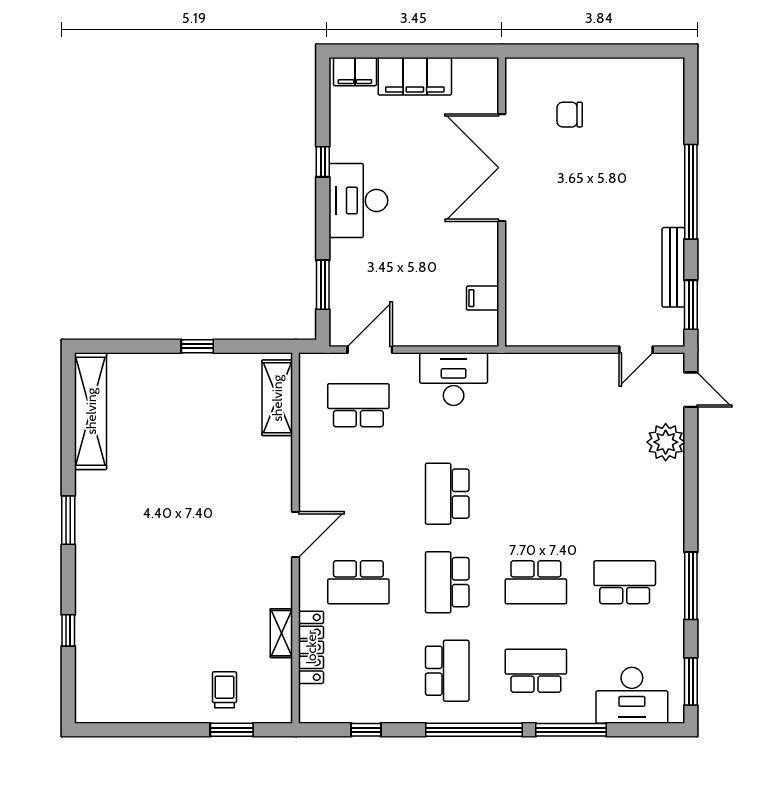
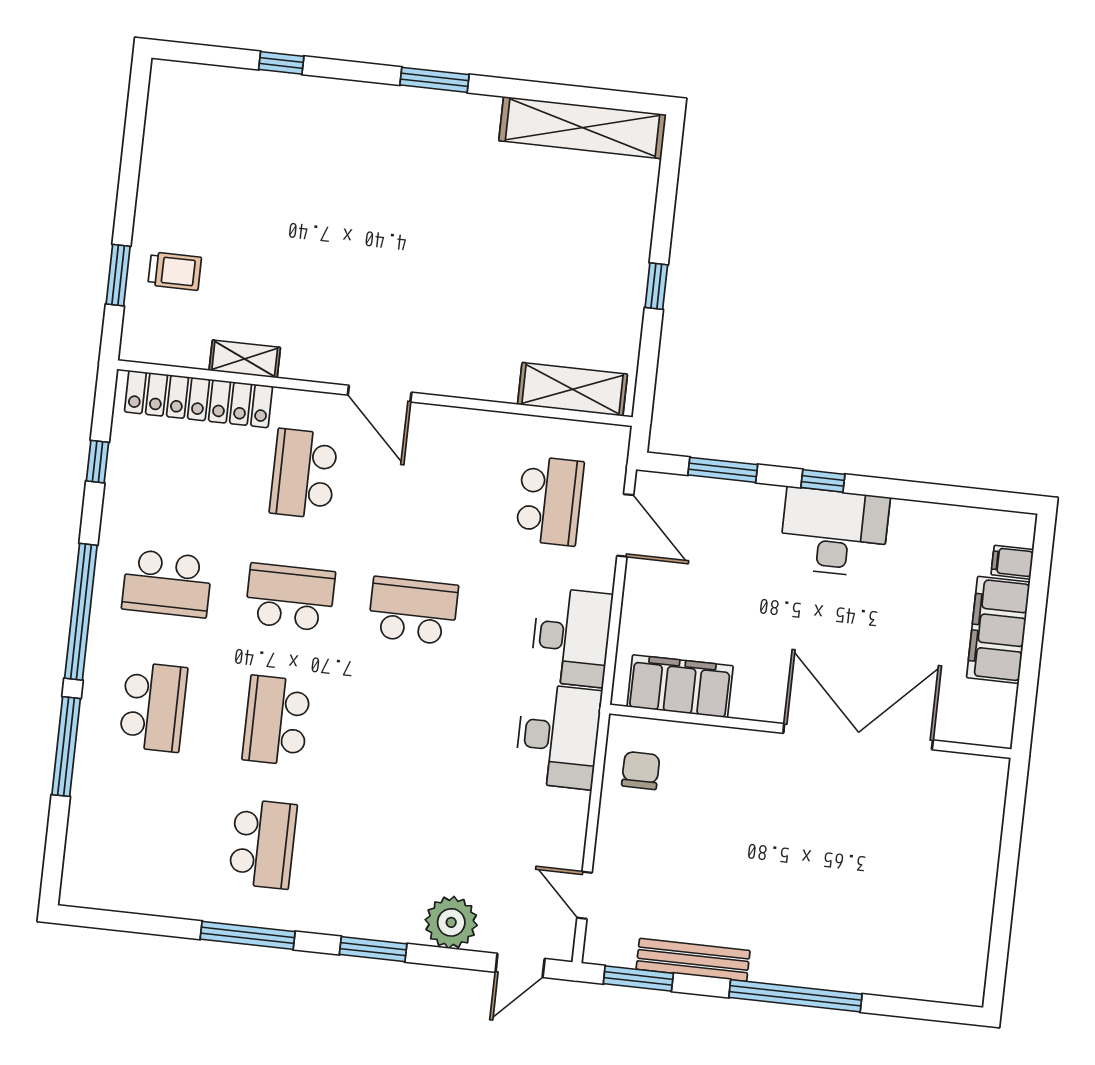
filing cabinet: (355, 72) -> (1012, 562), width x0.50
chair: (570, 115) -> (641, 771), moved
window: (323, 162) -> (823, 481), moved
filing cabinet: (483, 298) -> (680, 686), width x3.00, depth x1.17
locker: (311, 647) -> (198, 399), width x1.41, depth x1.21
window: (691, 681) -> (373, 949), moved
desk: (632, 695) -> (558, 736), moved, turned 180

